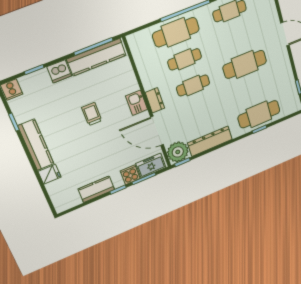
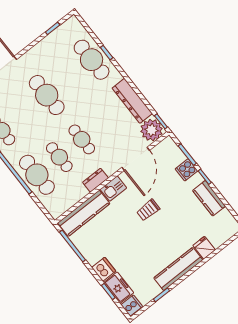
kitchen counter: (96, 57) -> (84, 213), moved, turned 90
dresser: (155, 100) -> (95, 180), moved
trolley: (92, 114) -> (148, 210), moved
freezer: (151, 166) -> (119, 288), moved, turned 180

